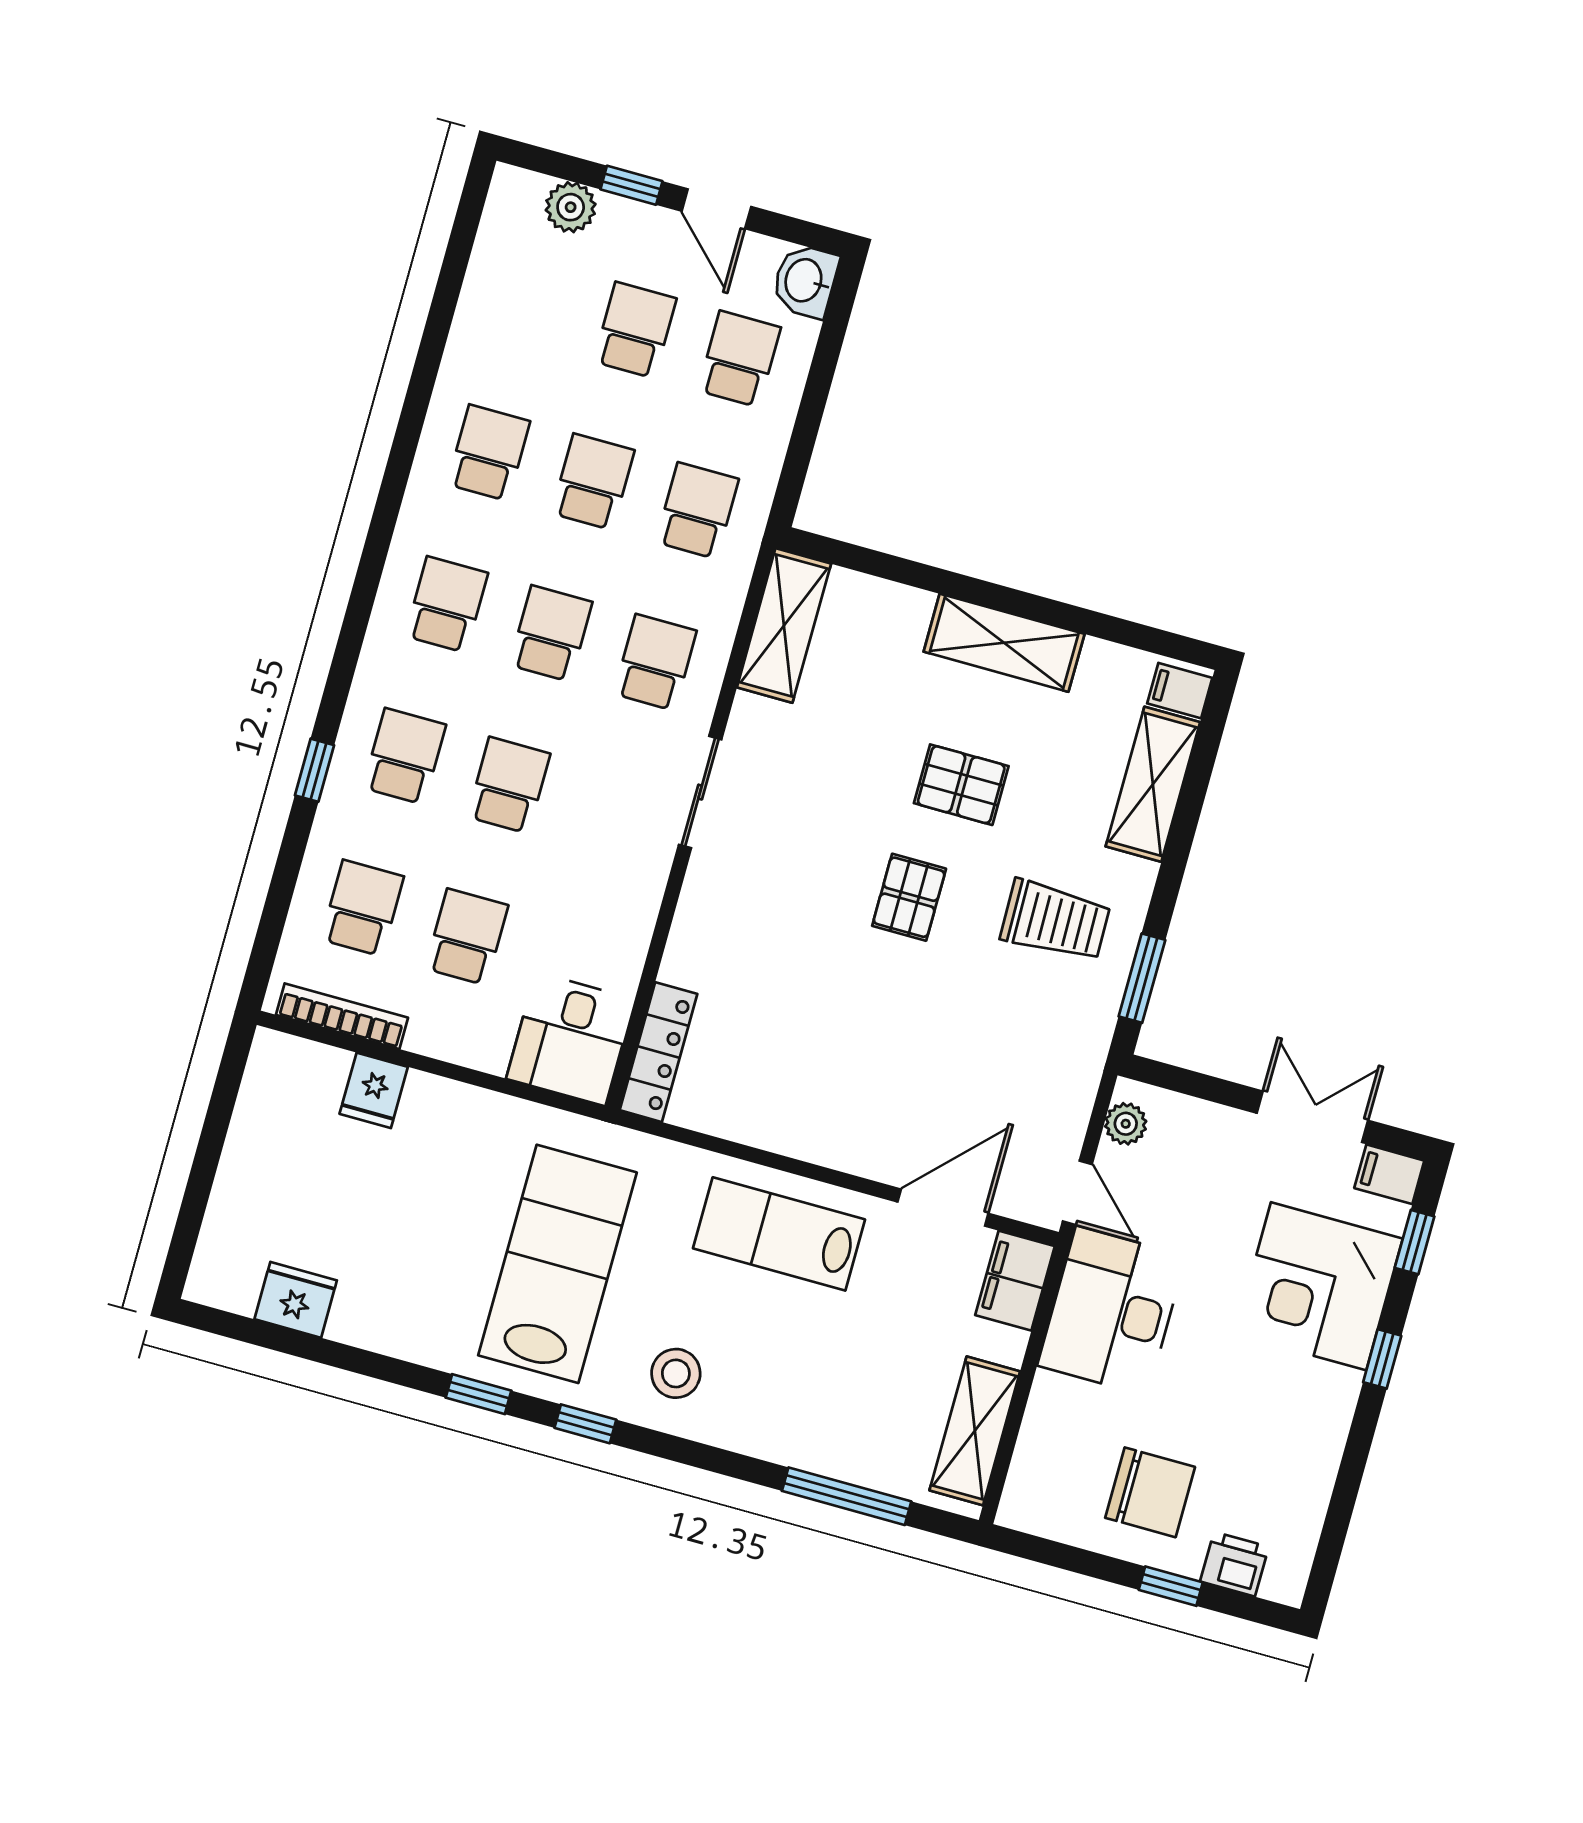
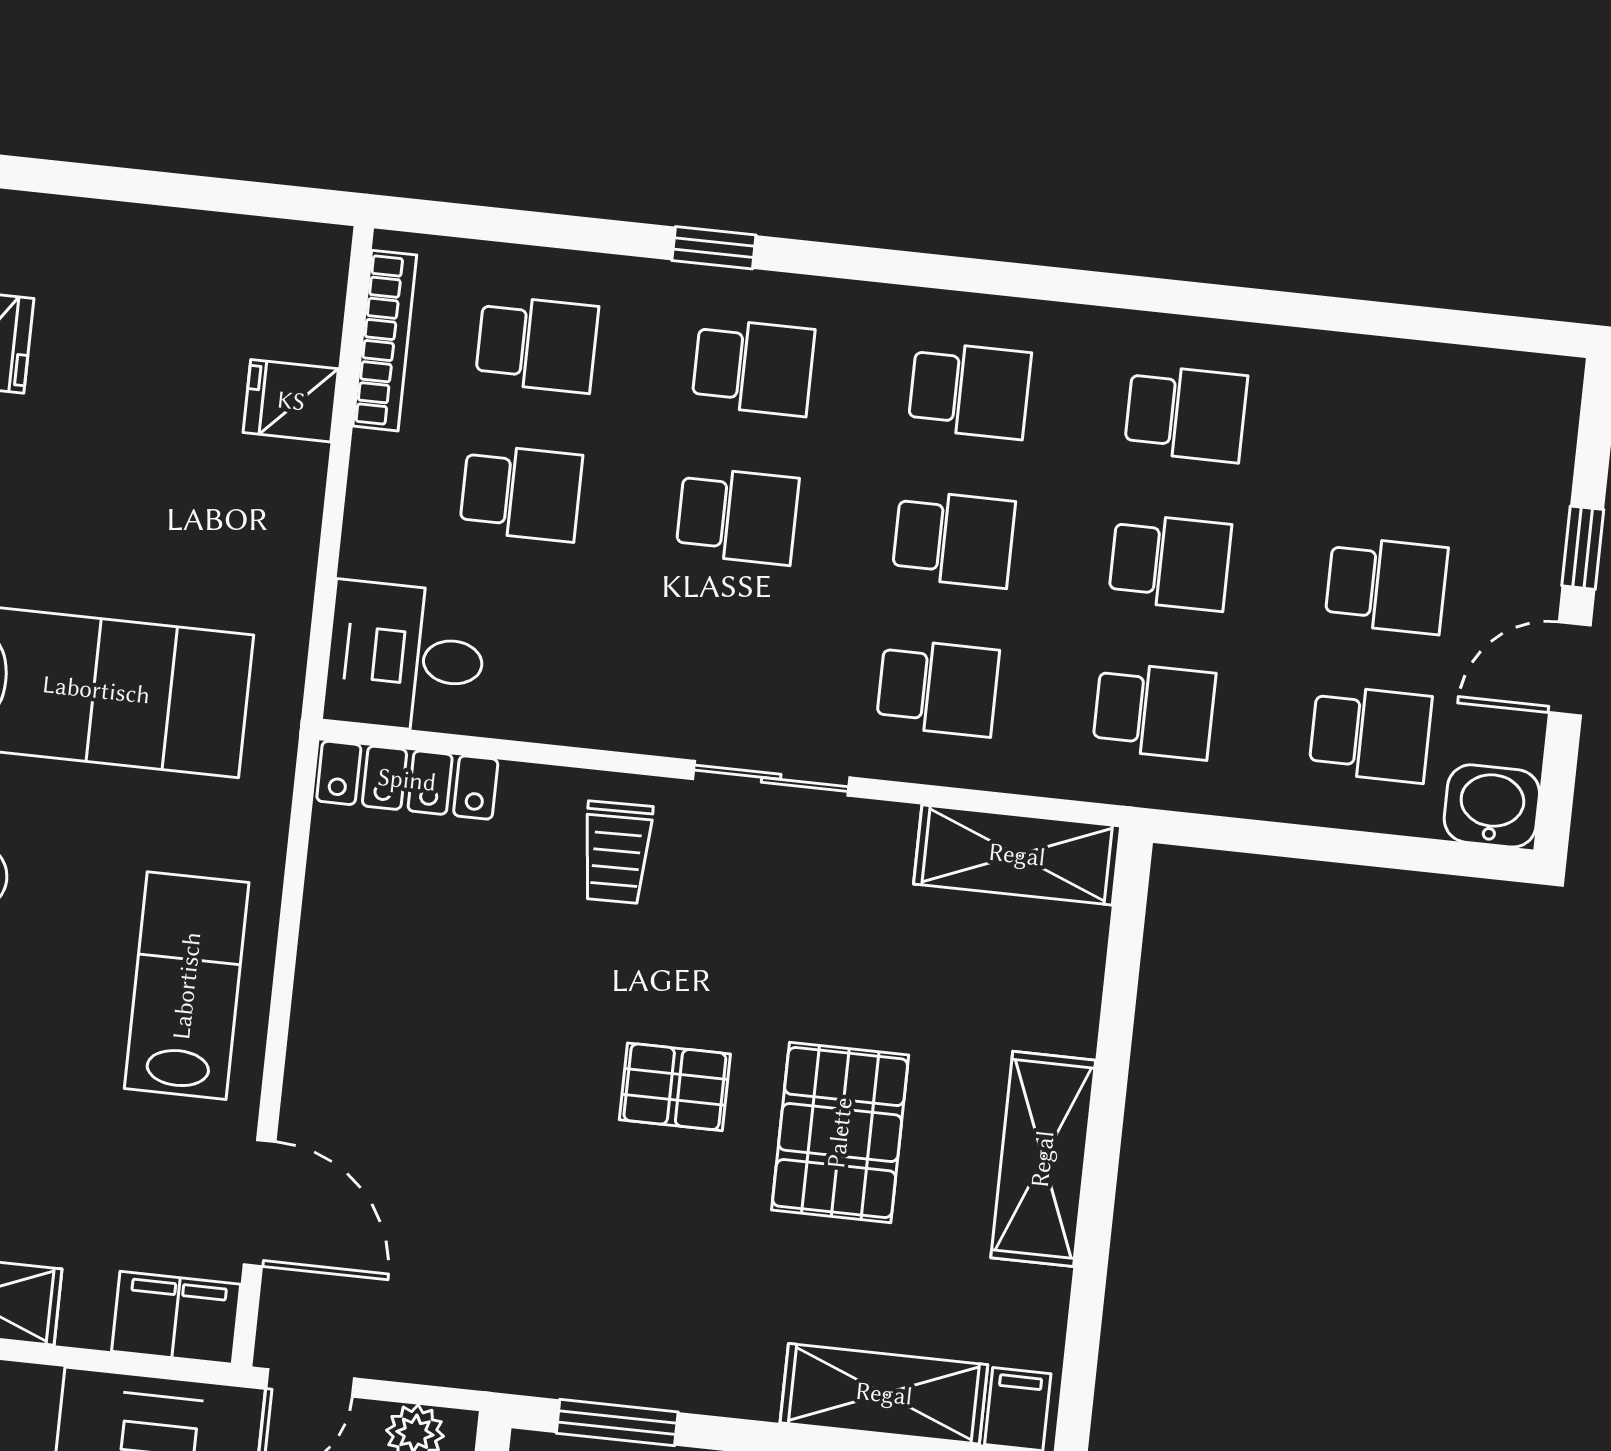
plant: (571, 207) -> (1539, 470), removed
pallet: (961, 785) -> (840, 1133), width x1.50, depth x1.42
trolley: (1055, 921) -> (617, 852), moved, width x0.73, depth x0.72

